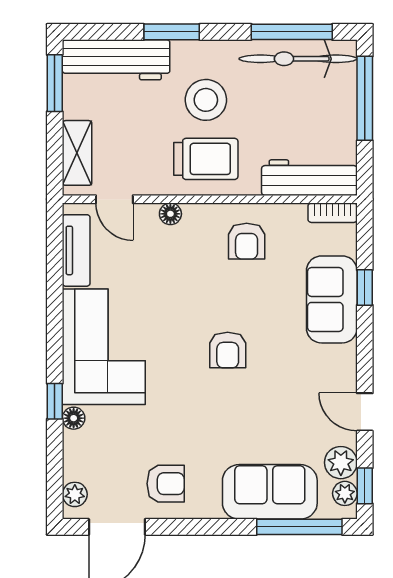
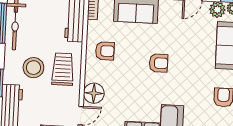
floor lamp: (170, 214) -> (94, 93), width x1.89, depth x1.89

